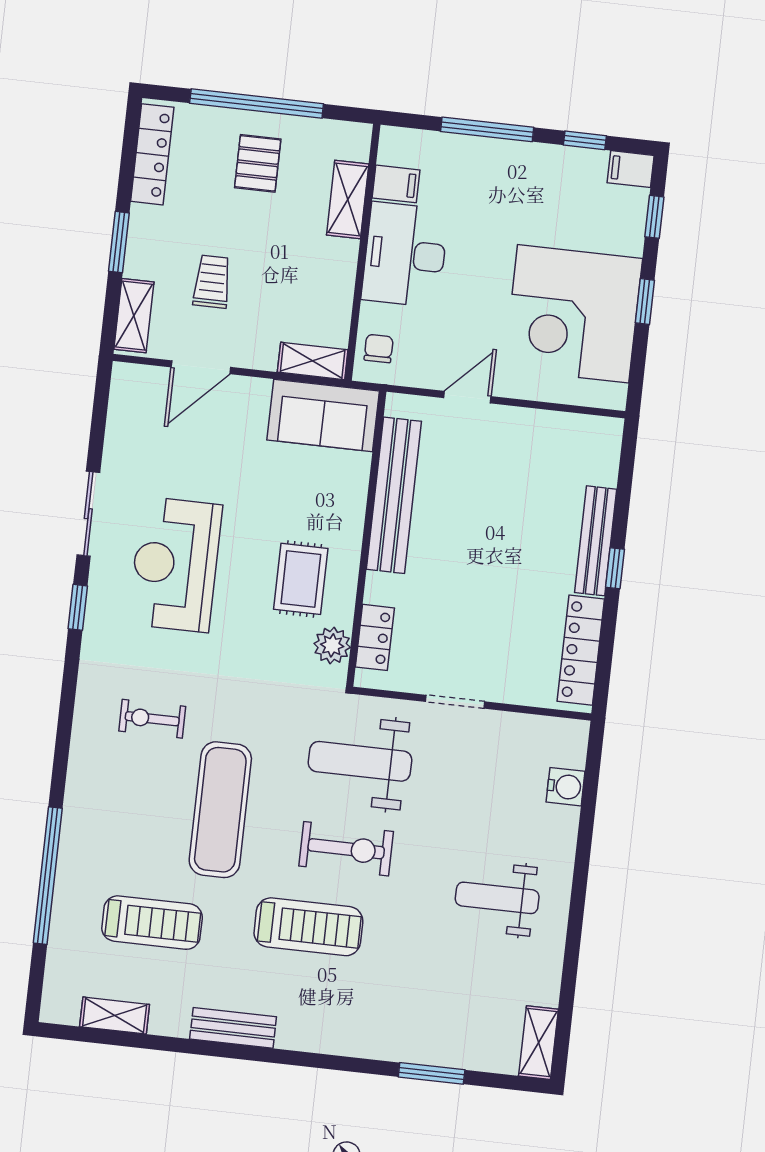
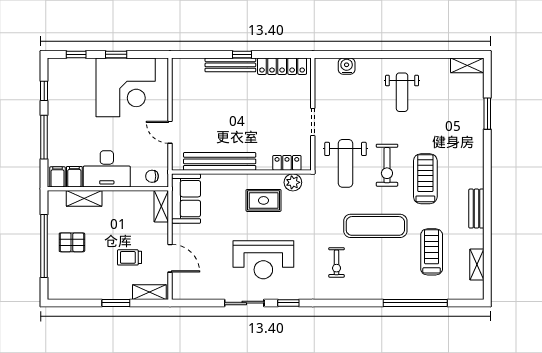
locker: (152, 154) -> (73, 292), removed
filing cabinet: (631, 169) -> (58, 177), moved, turned 180
exercise bike: (346, 849) -> (387, 165), turned 180

